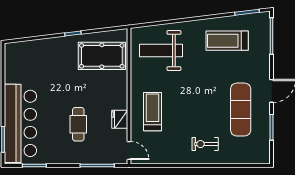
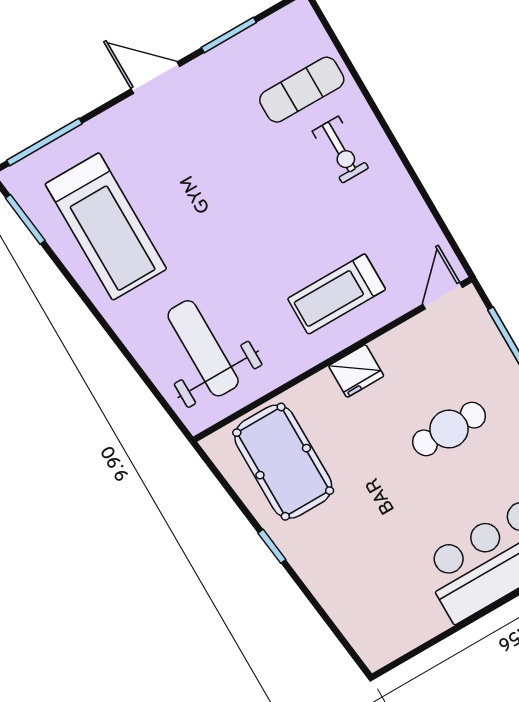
treadmill: (227, 41) -> (106, 226), width x1.37, depth x1.38
weight bench: (161, 51) -> (203, 348), turned 180
exercise mat: (241, 110) -> (302, 90), moved, width x0.73, depth x0.69
fridge: (120, 119) -> (356, 371), moved

